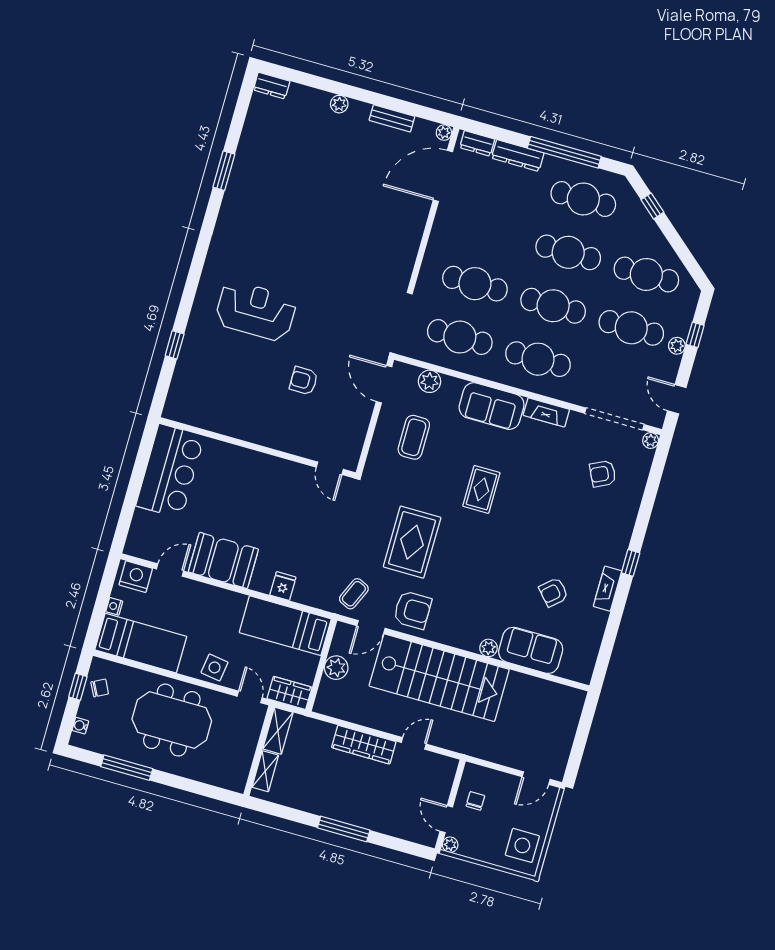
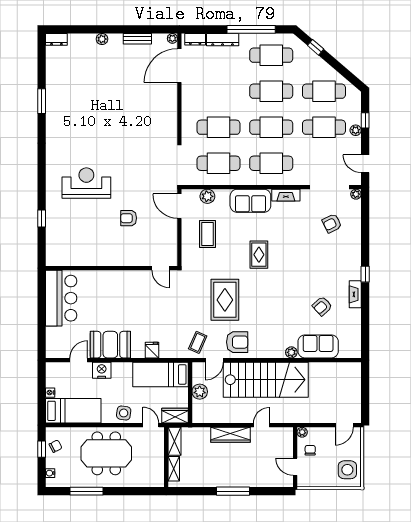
nightstand: (136, 577) -> (102, 370), moved
plant: (450, 845) -> (302, 432), moved

